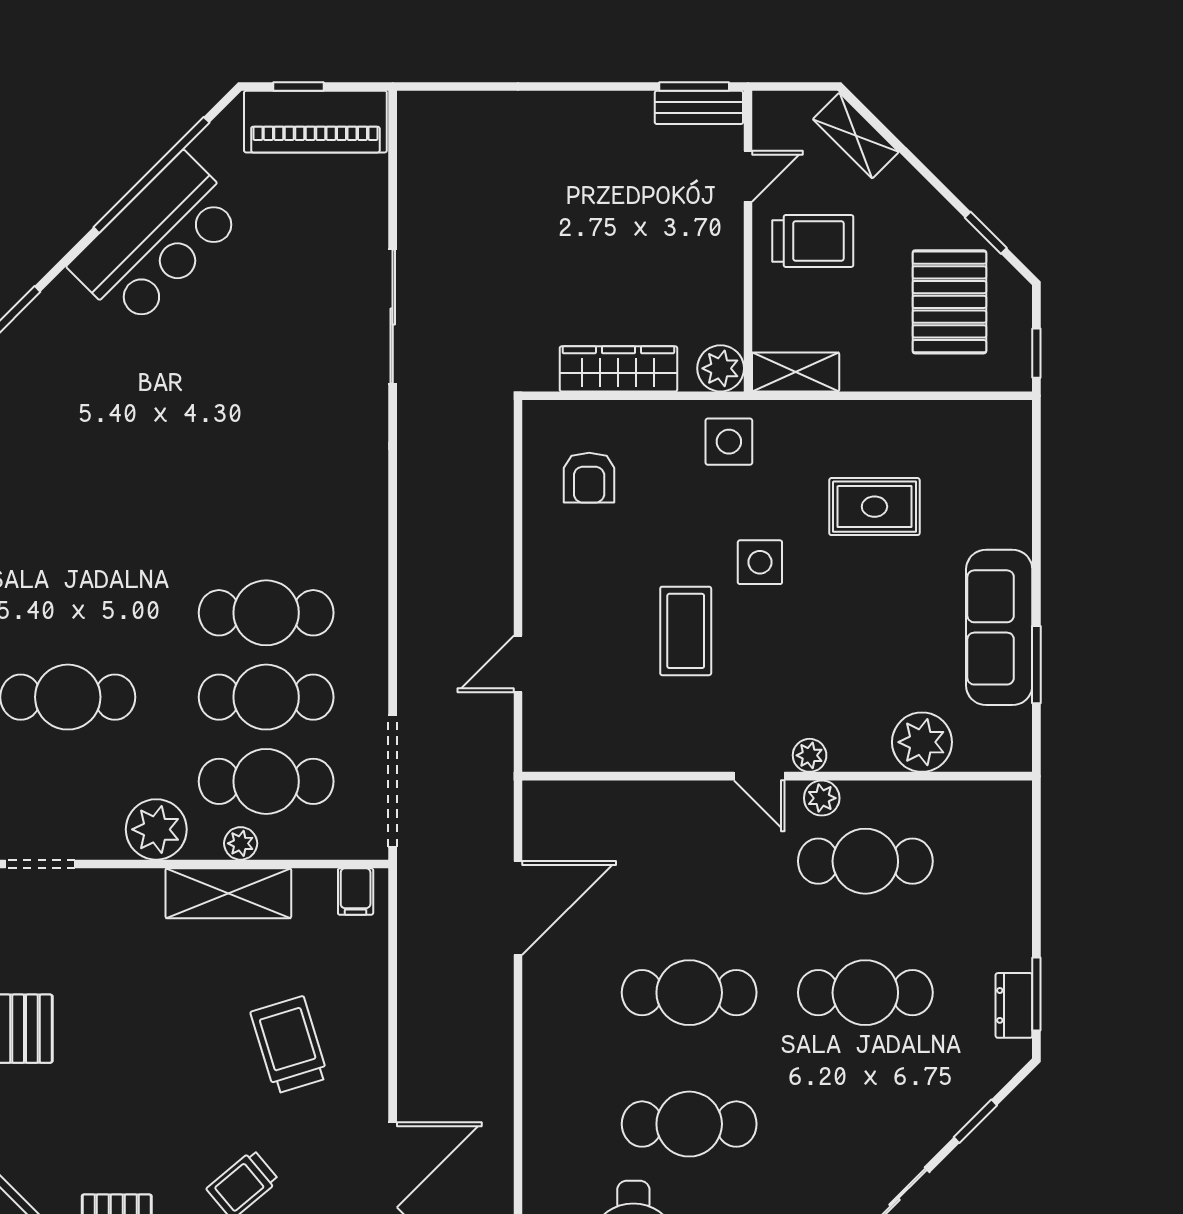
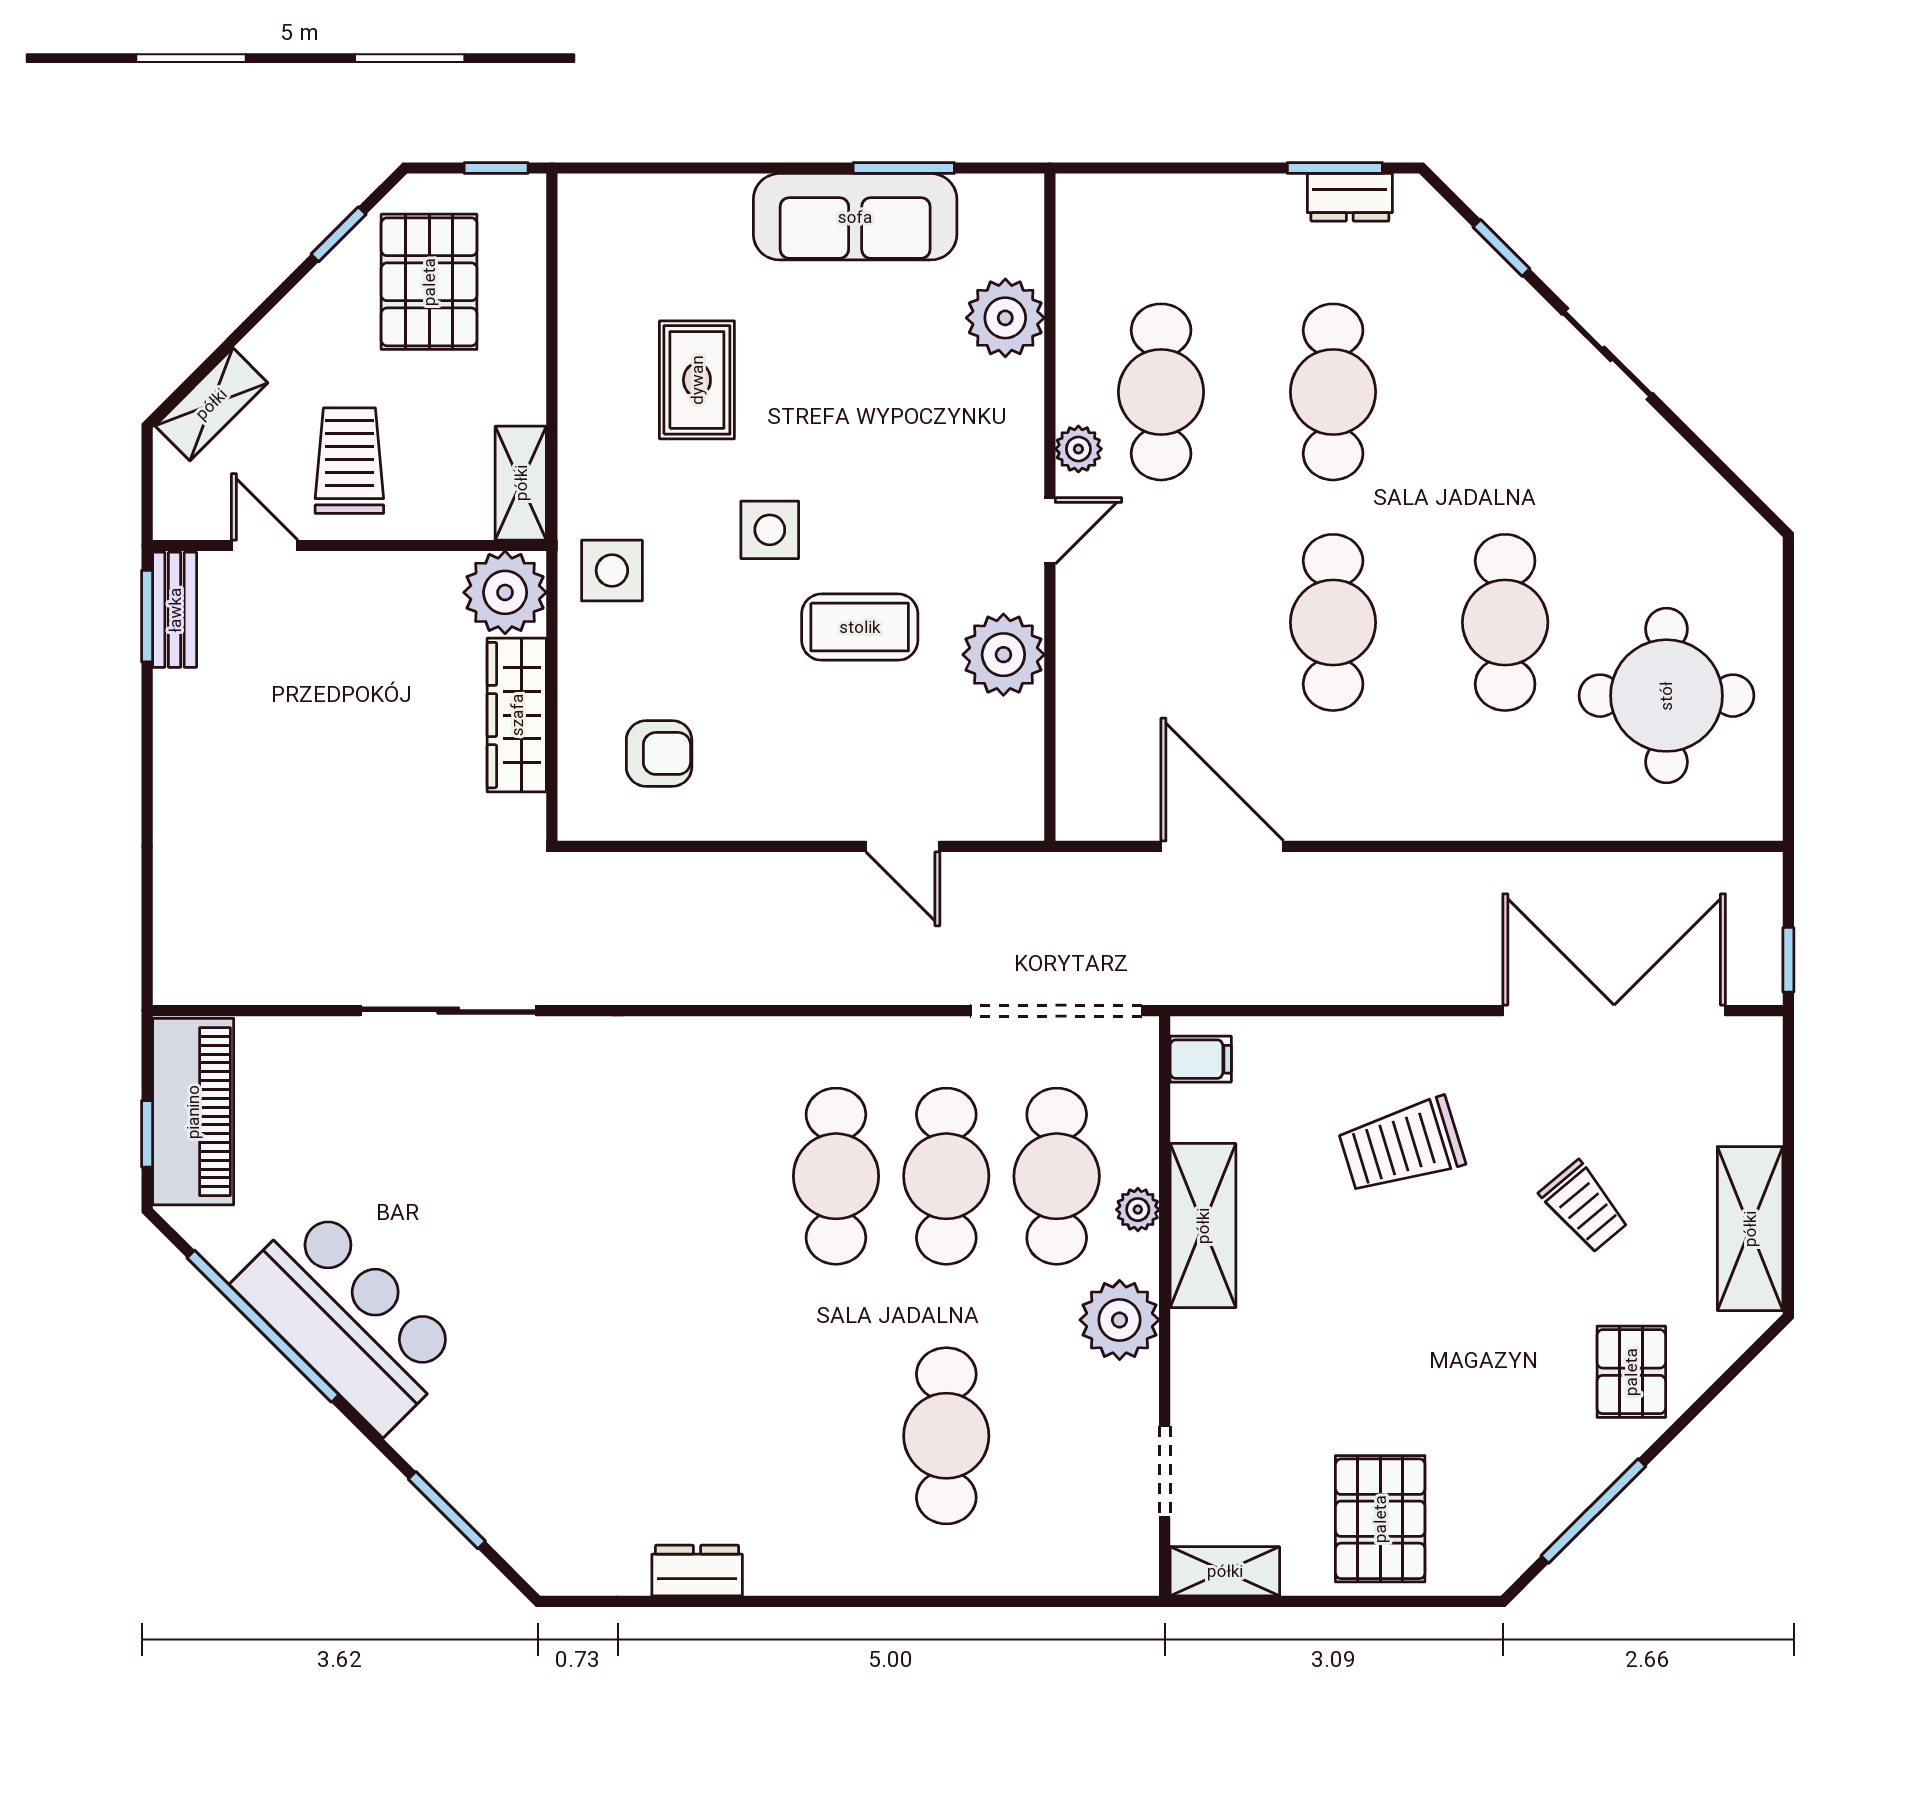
pallet: (949, 302) -> (429, 282), turned 90
plant: (721, 368) -> (505, 592), width x1.36, depth x1.36
plant: (810, 755) -> (1003, 655), moved, width x1.87, depth x1.87

